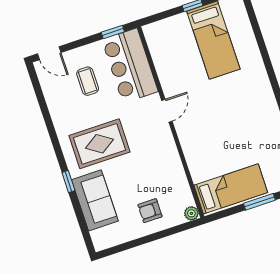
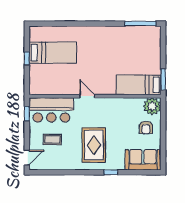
bed: (231, 189) -> (139, 85), moved, turned -90
sofa: (95, 200) -> (143, 160), moved
window: (259, 202) -> (163, 79), moved
plant: (191, 213) -> (152, 106), width x1.88, depth x1.88

